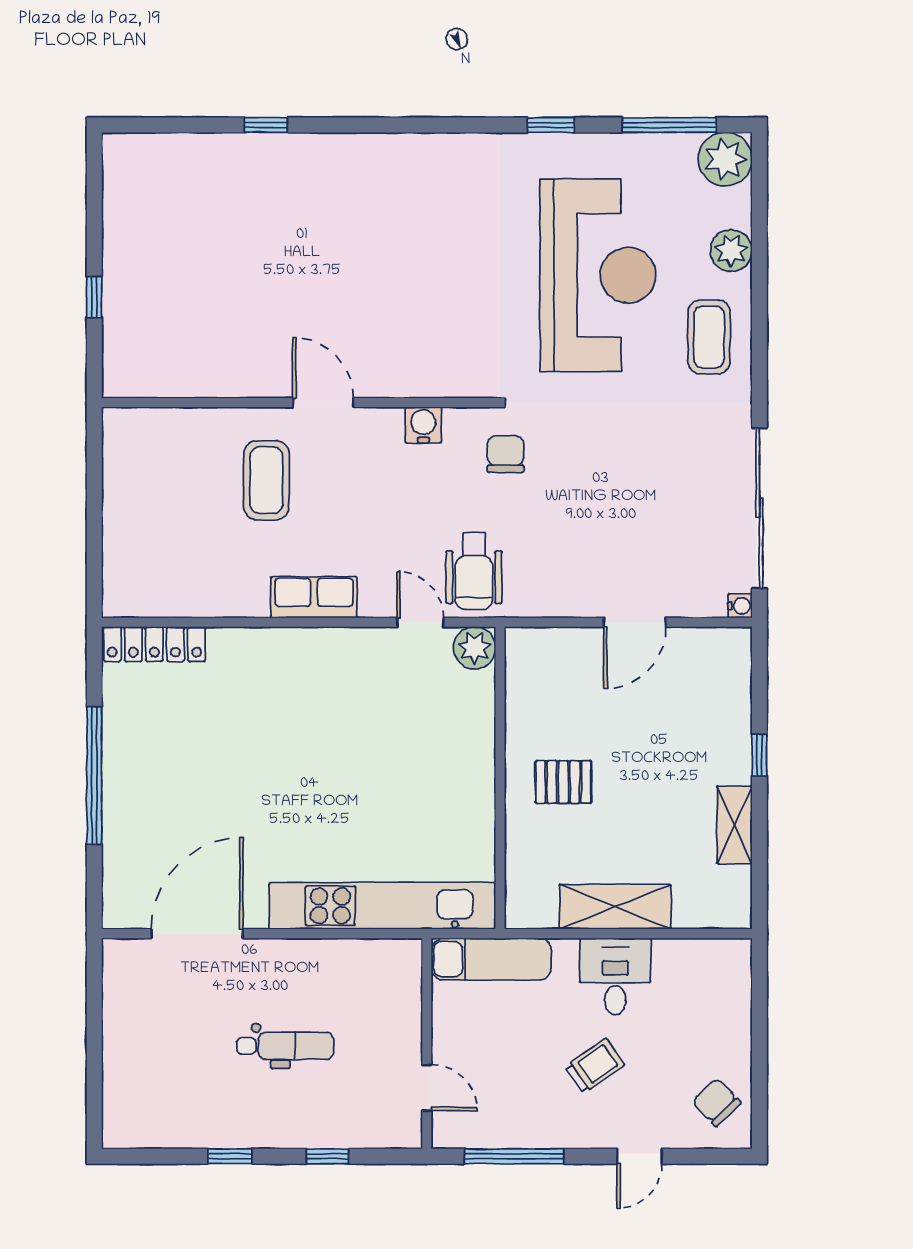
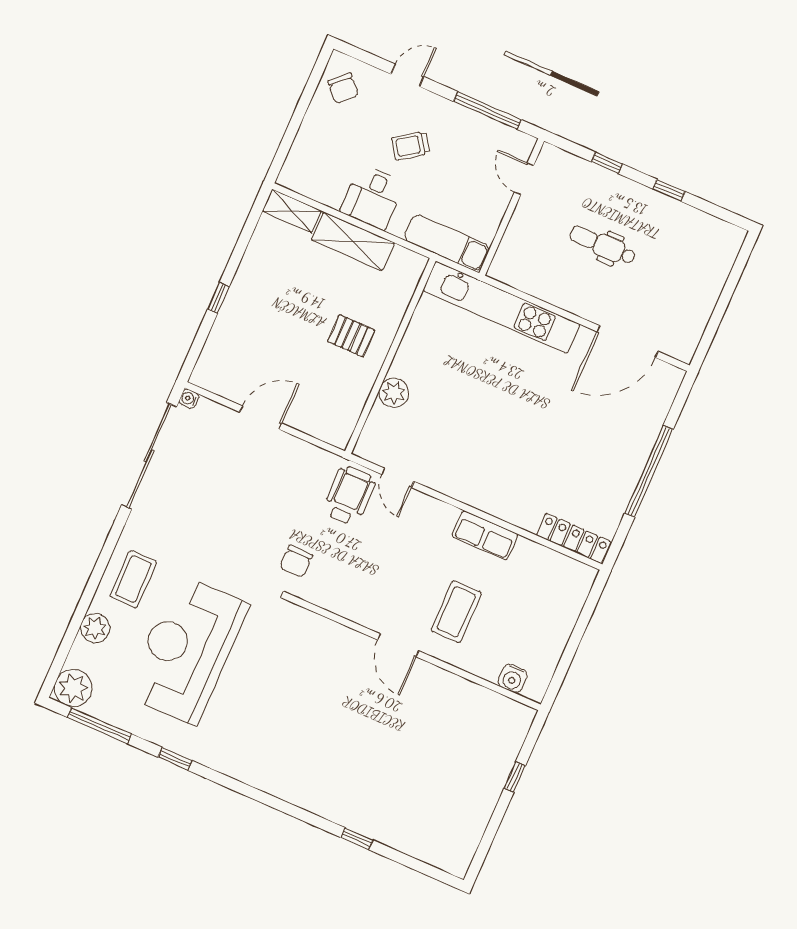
water cooler: (423, 425) -> (513, 679), moved
row of seats: (314, 597) -> (485, 535), moved
plant: (475, 648) -> (394, 393), moved
shelving: (735, 825) -> (292, 211), moved, turned 90

